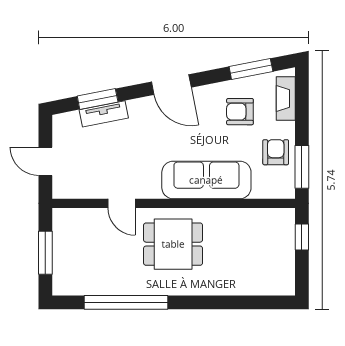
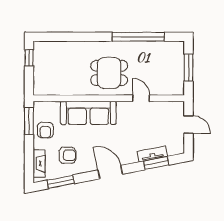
window: (302, 237) -> (29, 58), moved

